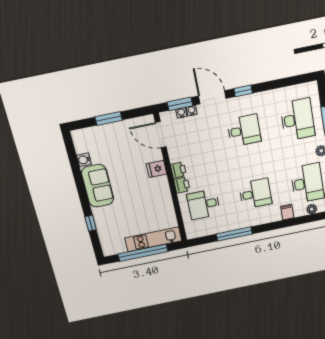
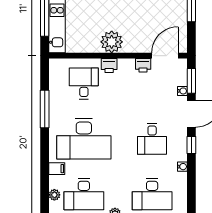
water cooler: (181, 113) -> (182, 167), moved
fridge: (157, 169) -> (131, 44), removed
printer: (178, 170) -> (143, 65), moved
plant: (159, 187) -> (112, 42), added
desk: (255, 194) -> (84, 139), width x1.87, depth x1.30

